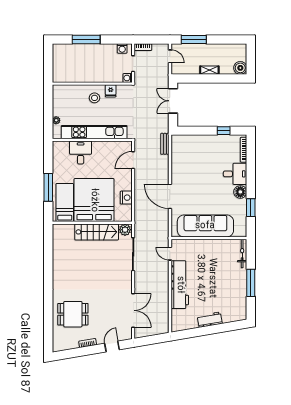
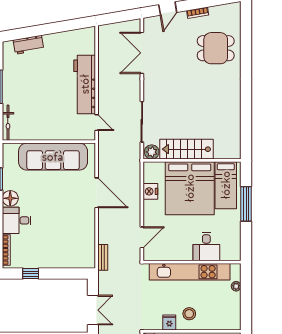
workbench: (210, 320) -> (28, 45), moved

